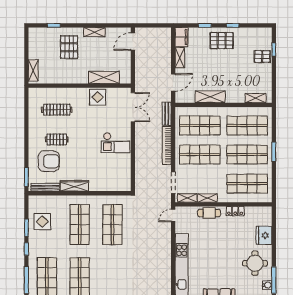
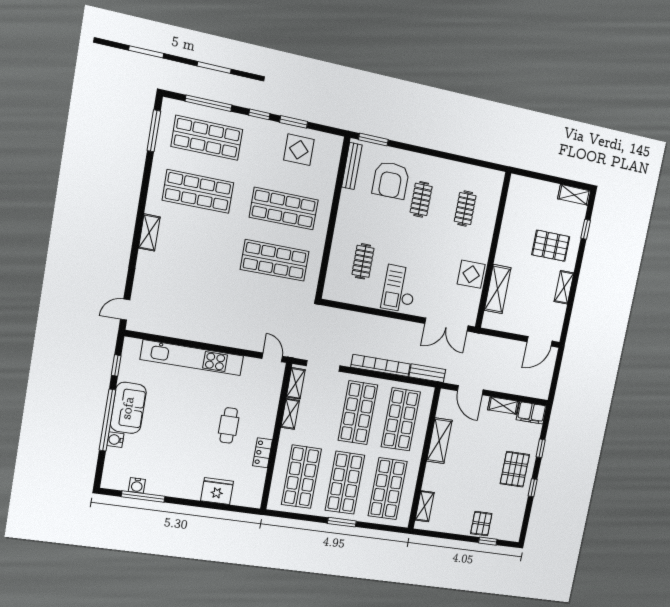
door: (133, 42) -> (540, 341), swing flipped
shelving: (33, 70) -> (574, 195), moved
clothes rail: (57, 110) -> (465, 209), width x0.73
clothes rail: (103, 169) -> (363, 261), added
wardrobe: (74, 186) -> (346, 212), removed
cafe table: (209, 213) -> (229, 425), moved
round table: (255, 263) -> (175, 471), removed

